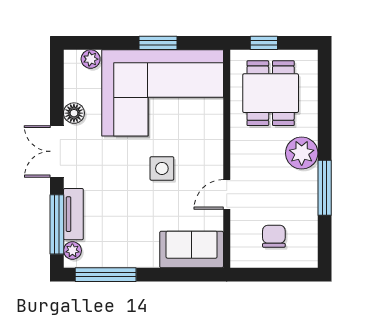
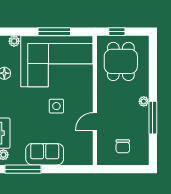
window: (158, 43) -> (54, 32), width x1.44
plant: (302, 153) -> (144, 101), width x0.53, depth x0.53
chair: (274, 236) -> (123, 146), turned 180
sofa: (192, 250) -> (45, 154), moved

